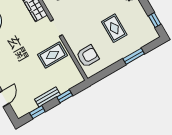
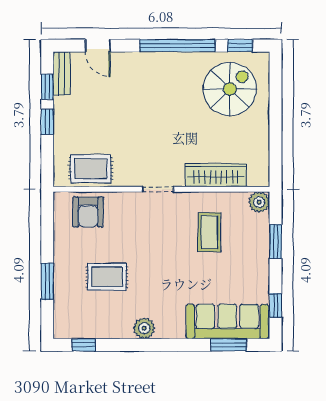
rug: (52, 55) -> (91, 169), moved, turned 90
window: (65, 96) -> (47, 122), moved
bench: (47, 97) -> (62, 73), moved

